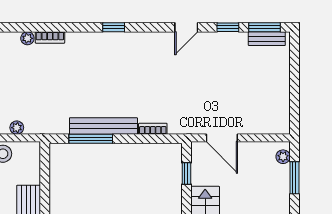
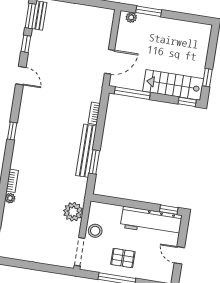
plant: (17, 128) -> (73, 212), width x1.88, depth x1.88
window: (91, 139) -> (94, 162), width x0.69
window: (186, 173) -> (132, 93), width x2.17

